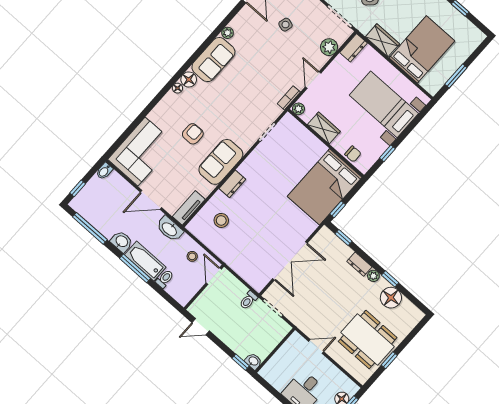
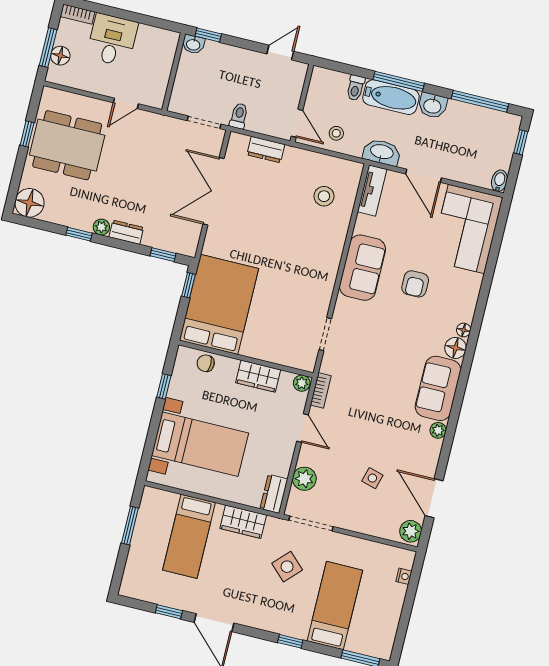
bed: (422, 49) -> (189, 536), width x0.67
dresser: (232, 184) -> (266, 150), moved, turned -90
door: (151, 200) -> (423, 176), swing flipped
floor lamp: (391, 298) -> (29, 203), moved

